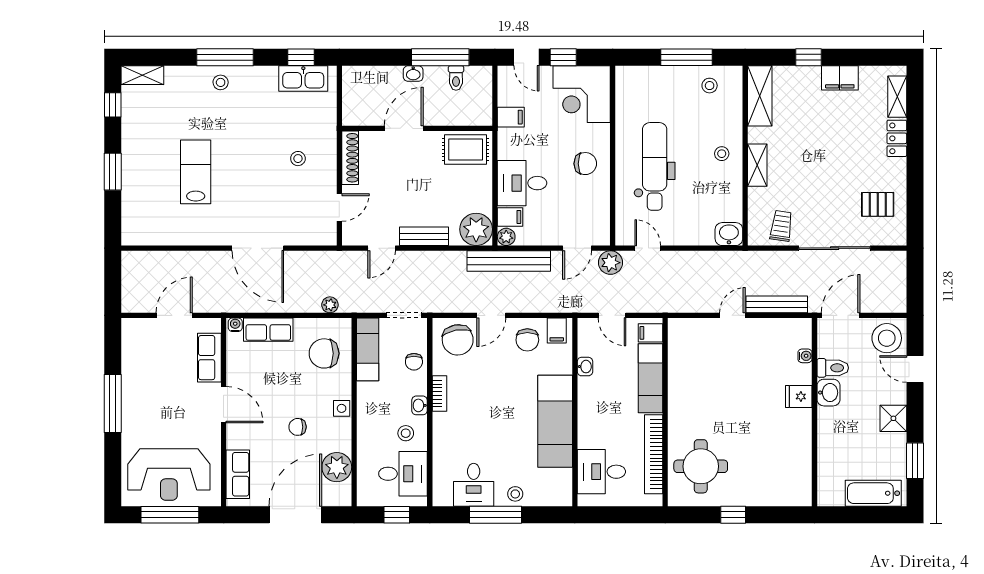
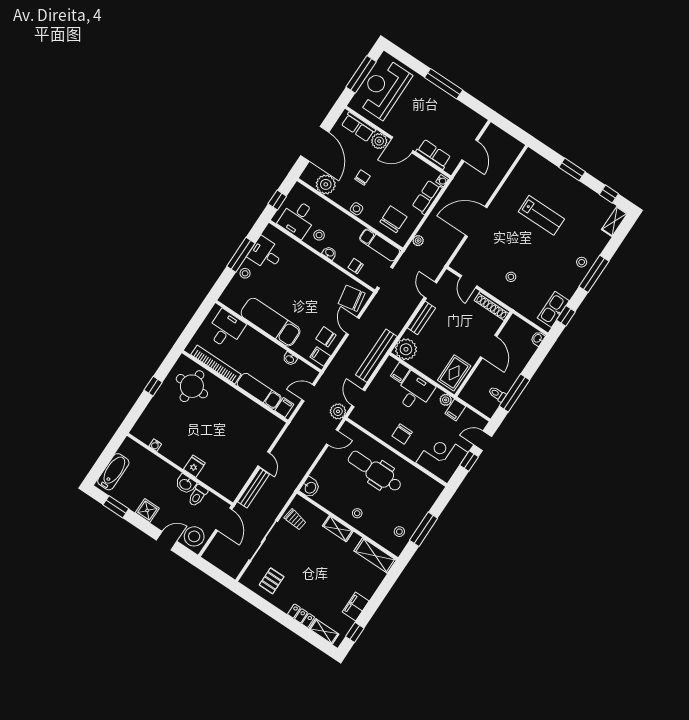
window: (809, 57) -> (355, 632), moved
washbasin: (413, 74) -> (538, 339), moved
dental chair: (655, 166) -> (375, 471), turned 180
plant: (506, 237) -> (446, 400), moved
water cooler: (805, 356) -> (155, 445), moved
bookcase: (439, 394) -> (329, 268), removed
plant: (238, 436) -> (379, 141), added

